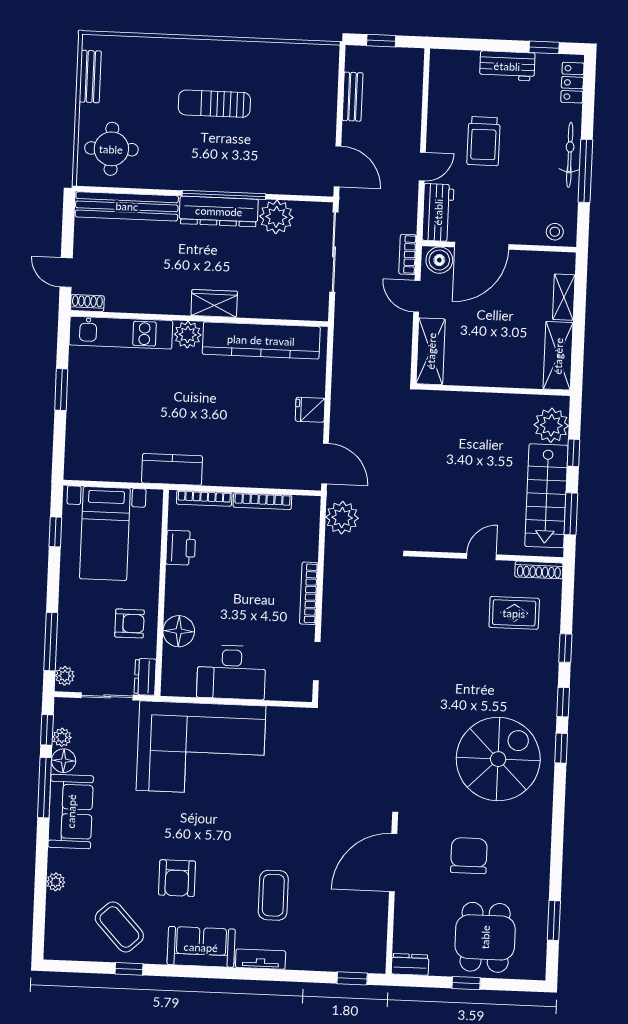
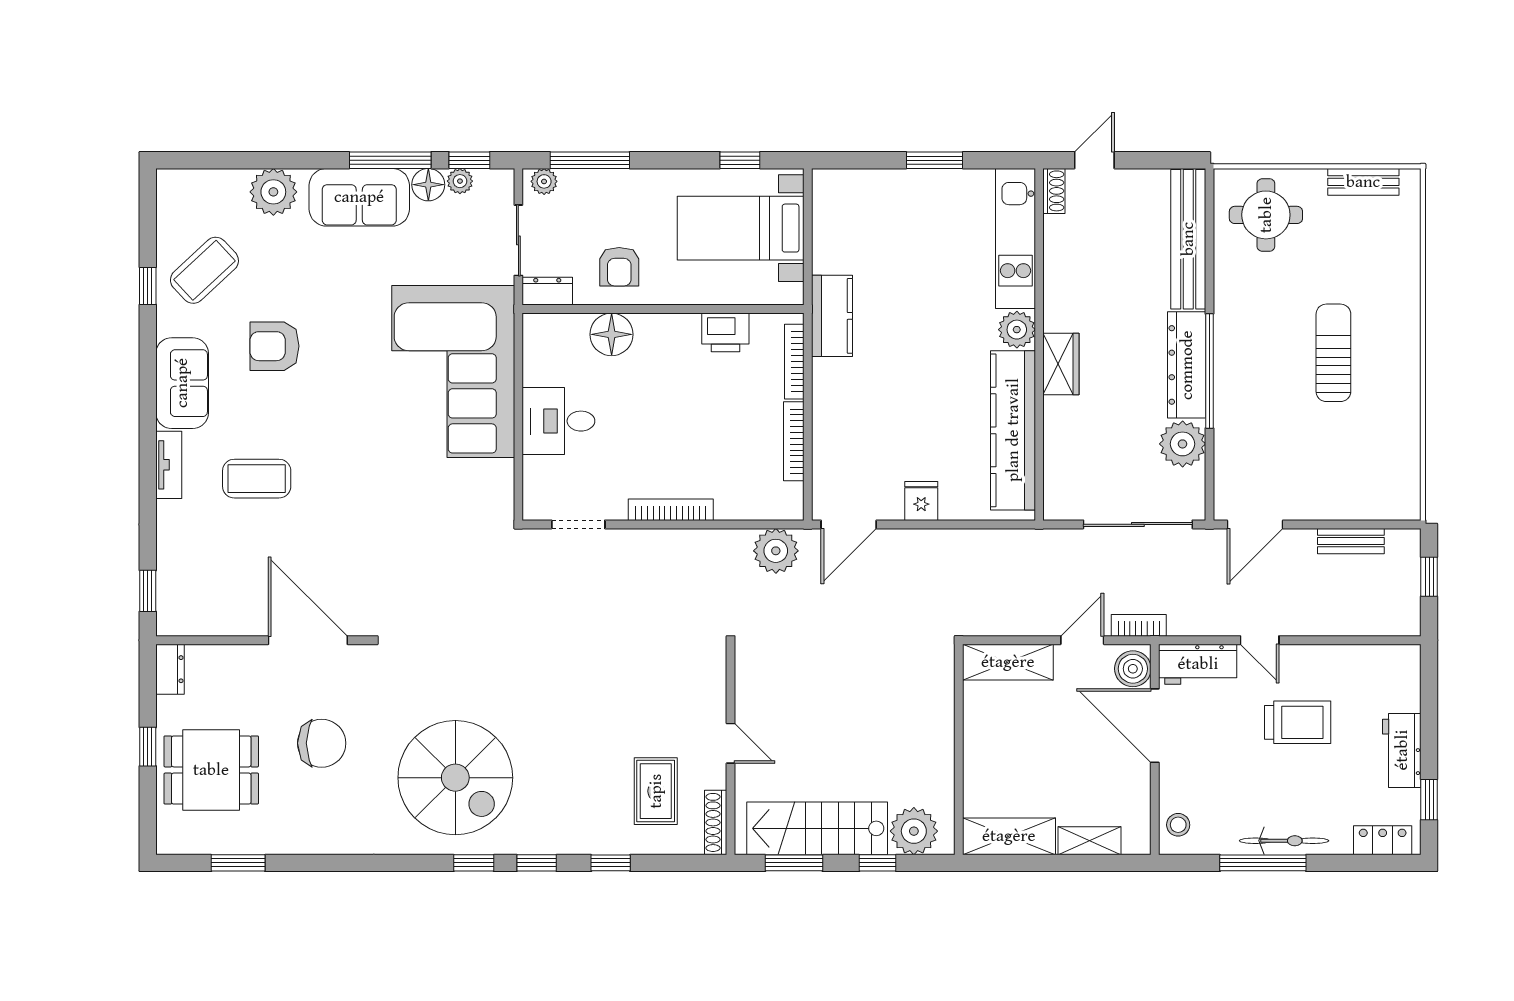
trolley: (484, 141) -> (1298, 722), turned 180
desk: (231, 672) -> (558, 421), width x0.73
plant: (56, 882) -> (273, 192), width x1.88, depth x1.88

